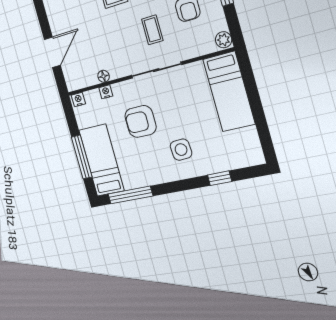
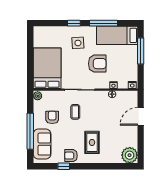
bed: (229, 92) -> (47, 68), width x1.50
bed: (101, 160) -> (117, 35), moved, turned 90
window: (220, 178) -> (74, 23), moved
window: (130, 195) -> (103, 23), moved

